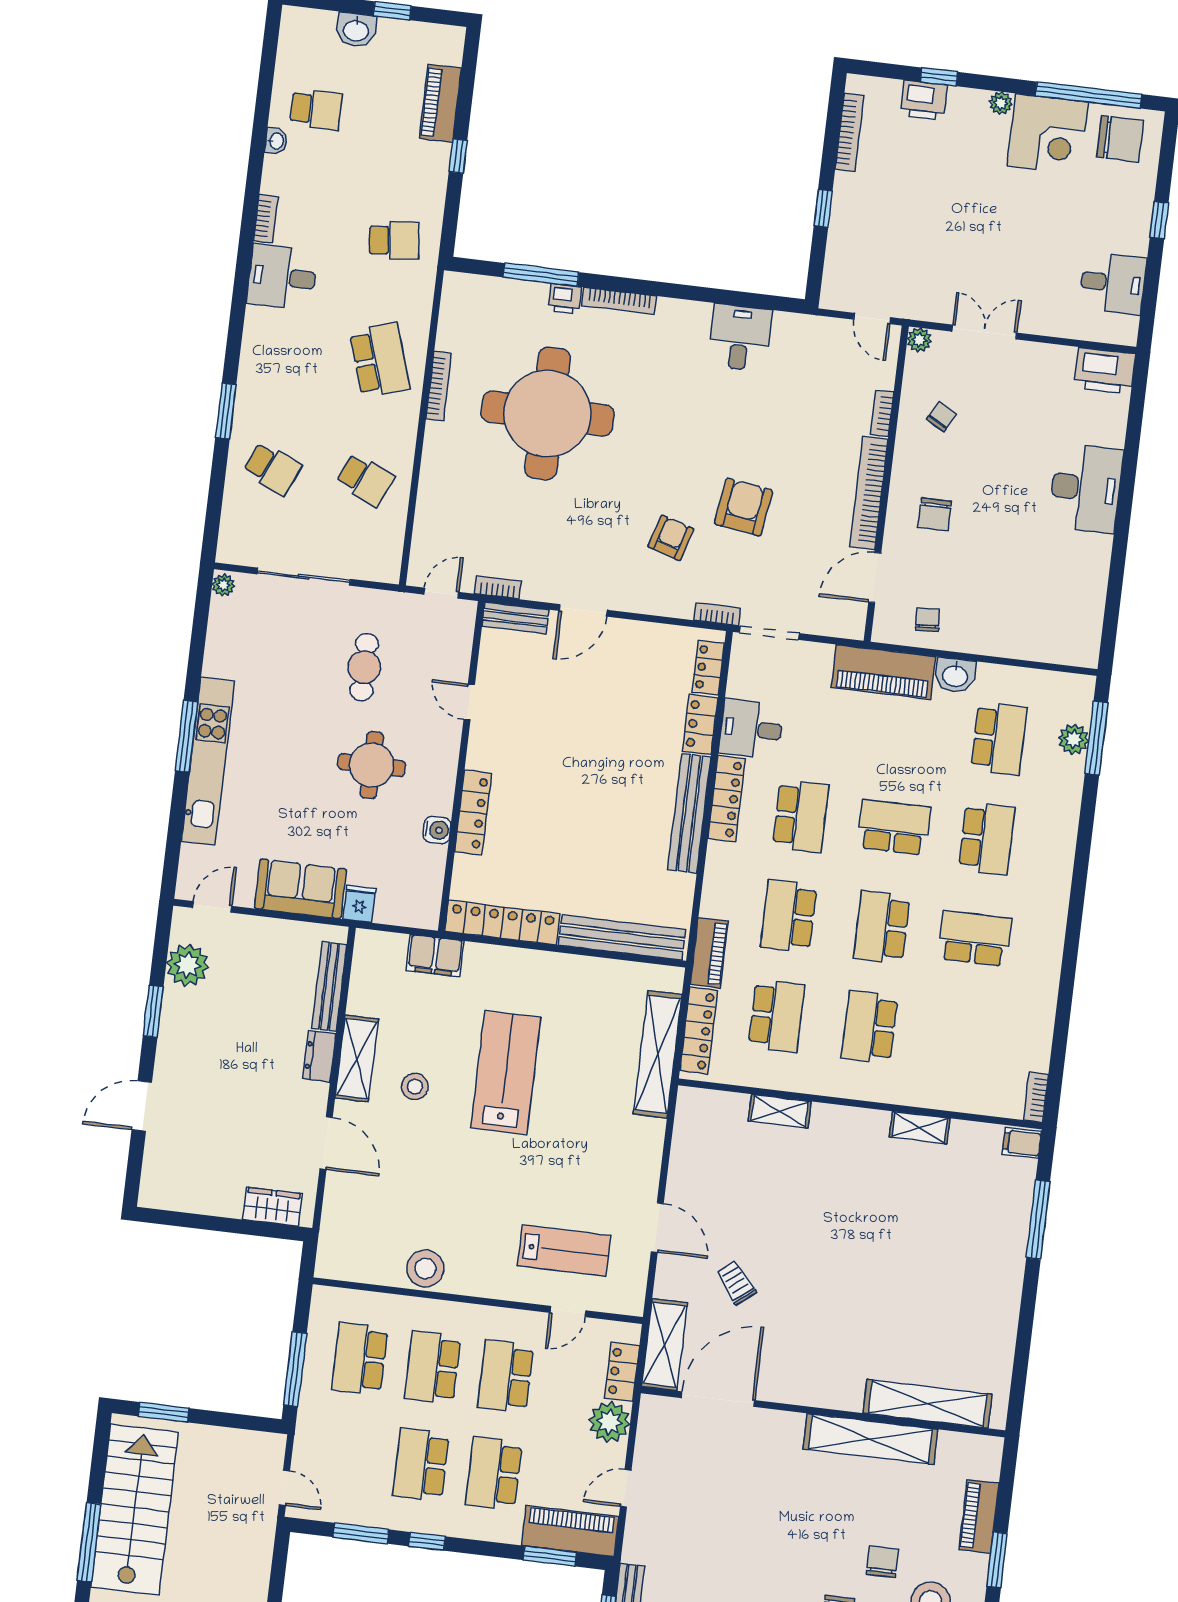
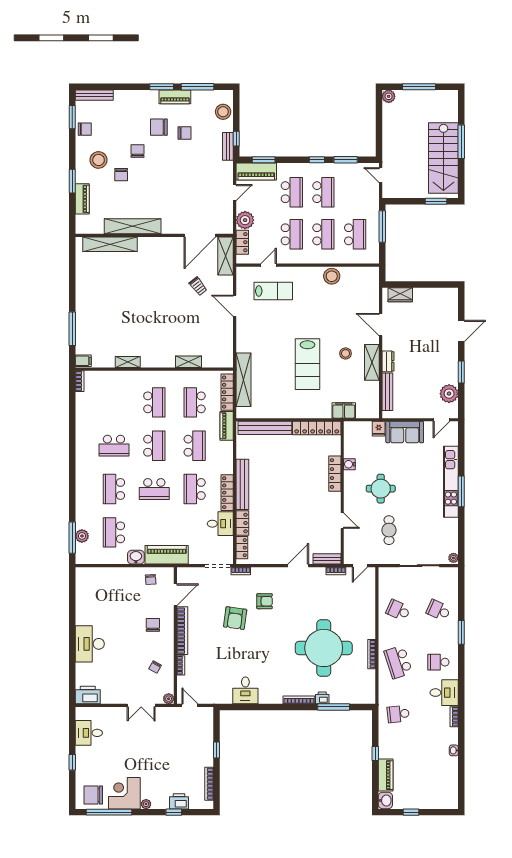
washbasin: (356, 30) -> (385, 800), moved, turned 90
school desk: (316, 109) -> (438, 662), moved
armchair: (671, 538) -> (265, 601), turned -107
lab bench: (564, 1251) -> (273, 291), turned 180

